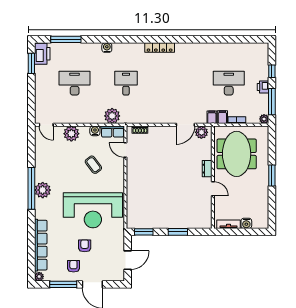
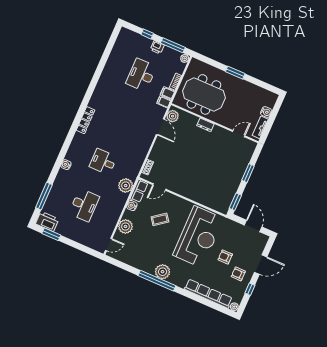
desk: (75, 83) -> (84, 205), turned 180
door: (213, 189) -> (239, 134), moved
window: (63, 284) -> (250, 289), width x0.46

